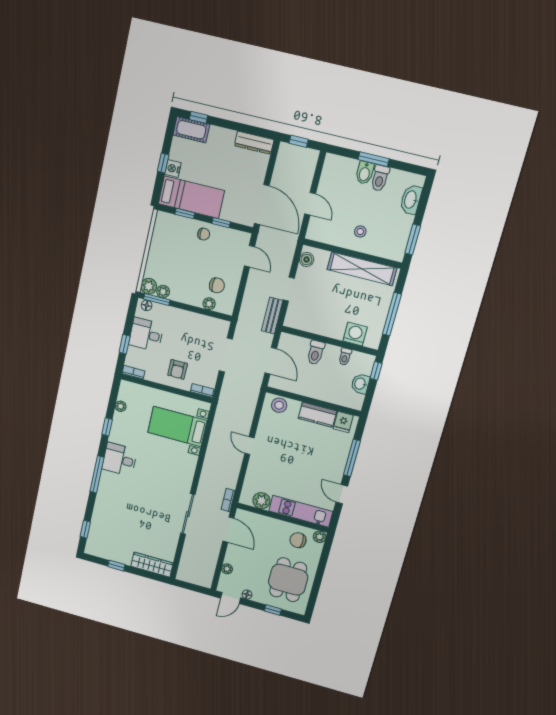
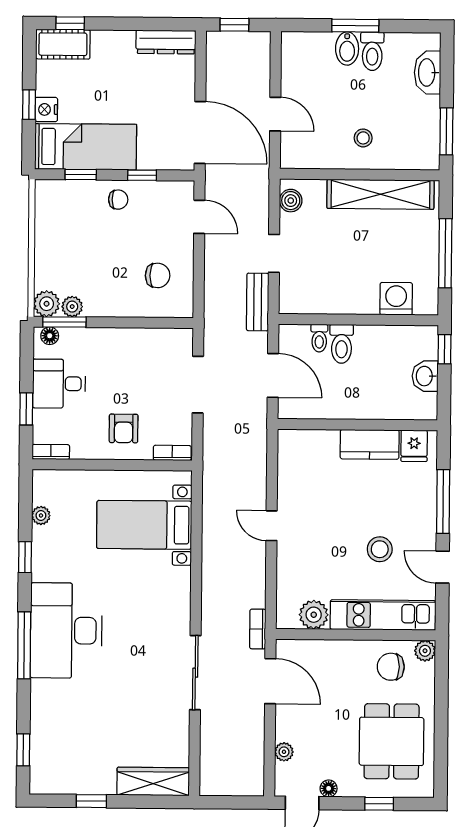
plant: (209, 304) -> (152, 308), removed
toilet: (345, 357) -> (319, 338), moved
stool: (279, 405) -> (380, 549), moved
desk: (120, 459) -> (66, 631), width x1.87, depth x1.30

